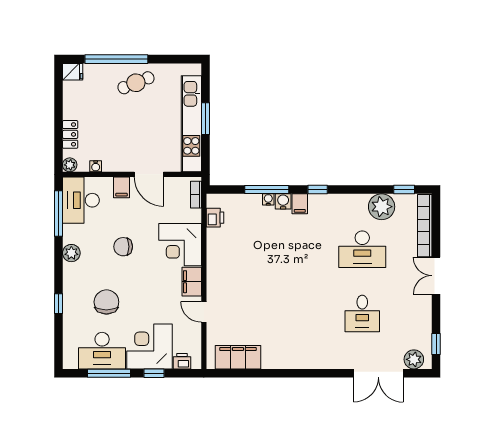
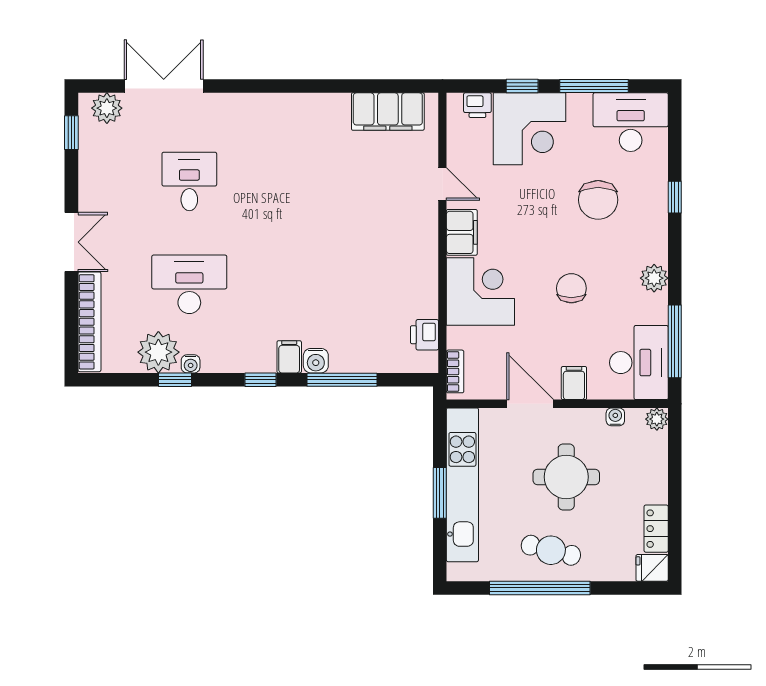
window: (116, 59) -> (540, 588), moved
cafe table: (136, 83) -> (551, 550), turned 36
round table: (126, 129) -> (566, 477), added
locker: (70, 134) -> (656, 529), moved
window: (404, 189) -> (175, 380), moved
water cooler: (268, 199) -> (191, 364), moved
chair: (123, 247) -> (571, 288), turned -90
desk: (102, 351) -> (631, 122), moved

